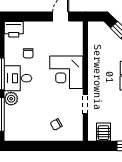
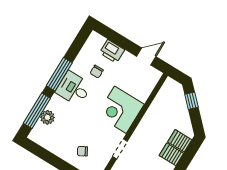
printer: (14, 29) -> (112, 51), moved
plant: (11, 99) -> (47, 117), moved

